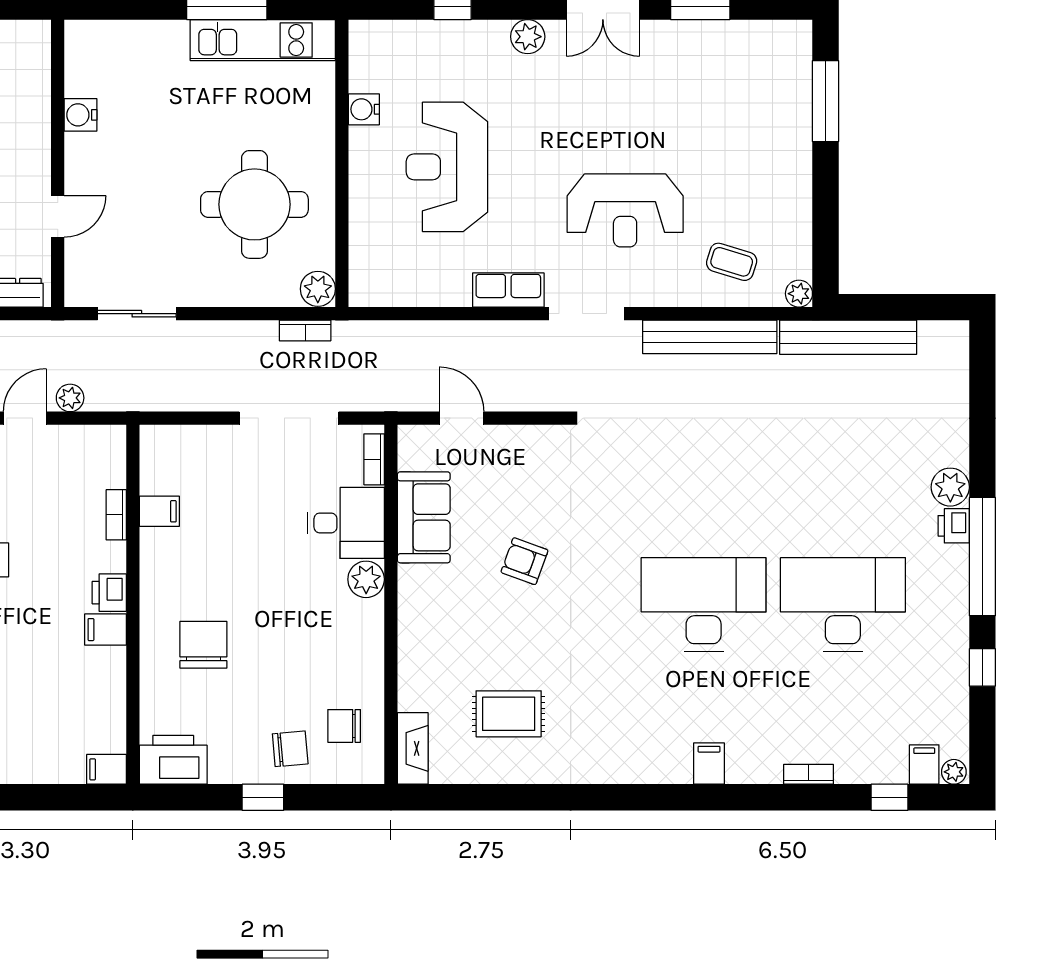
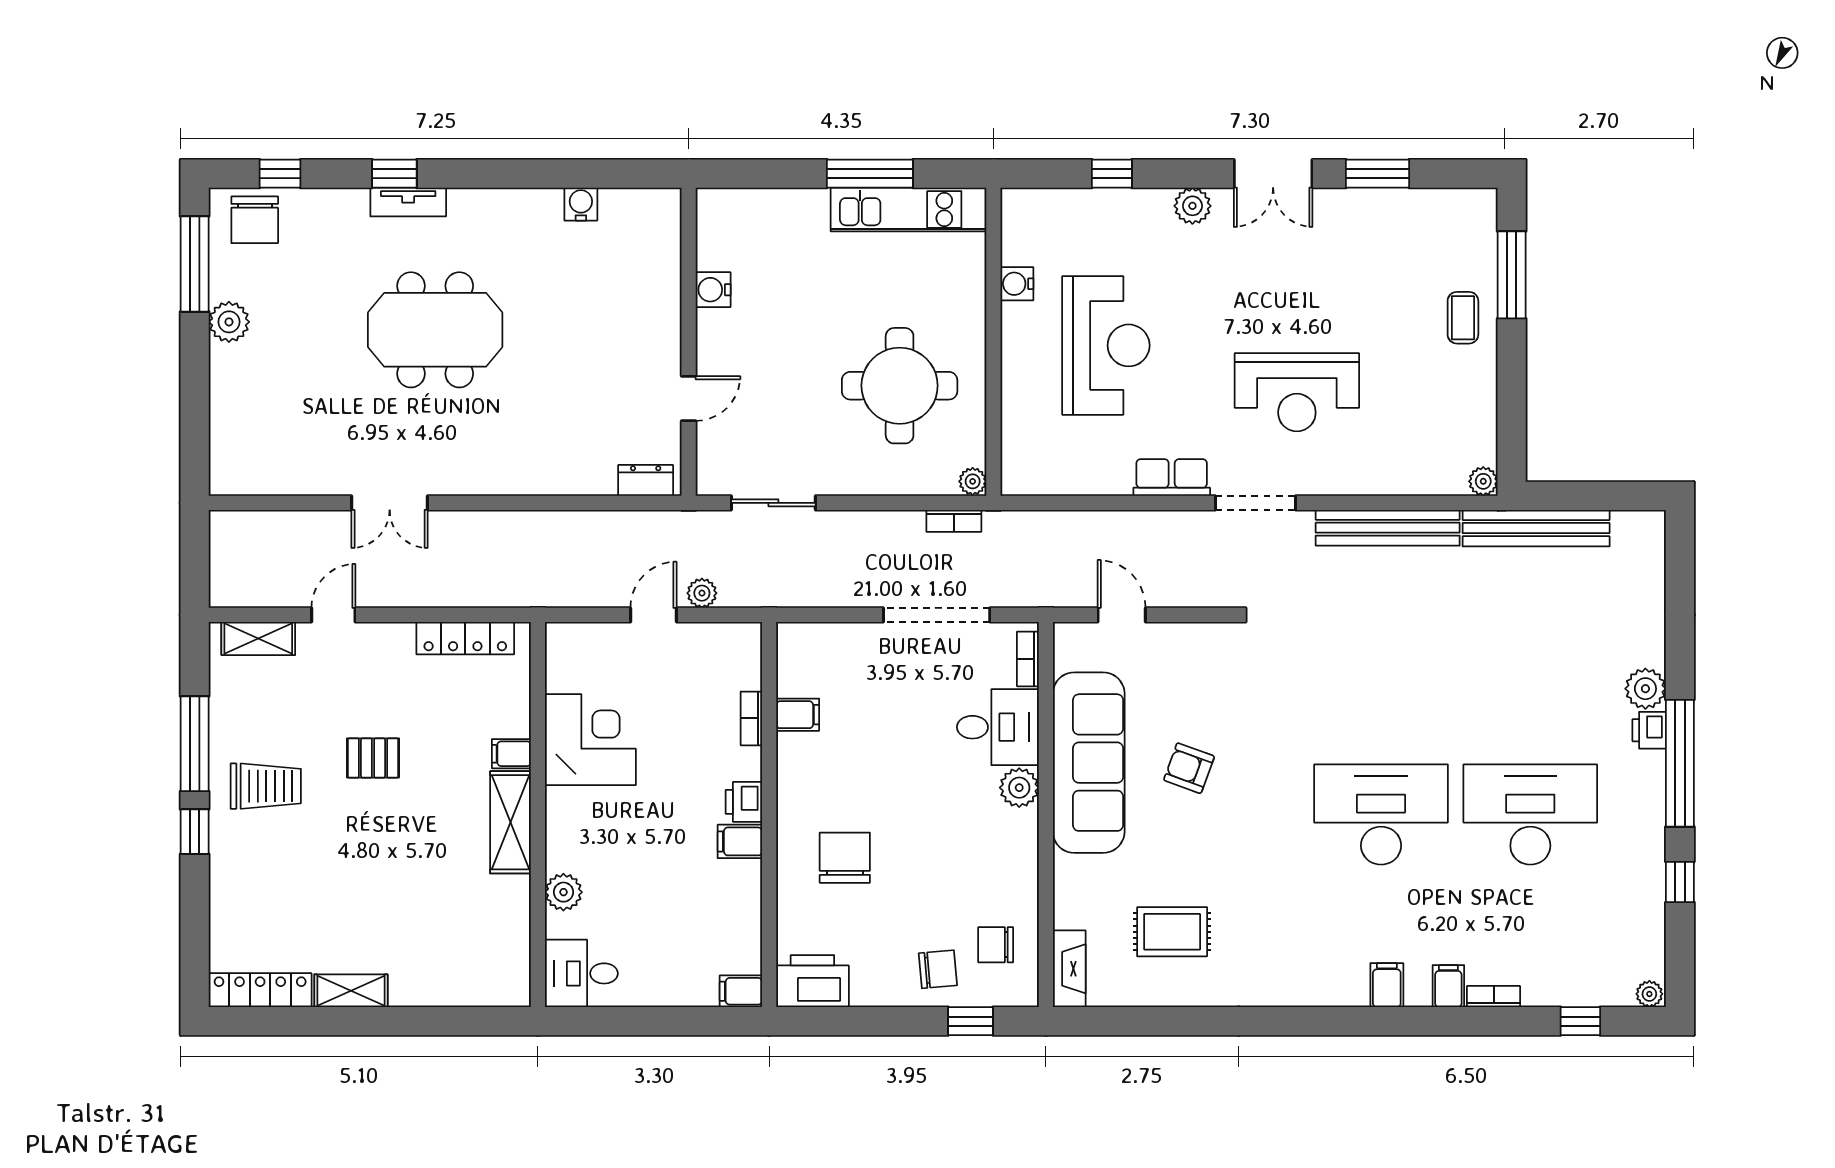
reception desk: (447, 167) -> (1106, 345), turned 180
coffee table: (732, 262) -> (1463, 318), moved, turned 73
plant: (318, 289) -> (973, 481), width x0.73, depth x0.73
sofa: (424, 517) -> (1089, 763), width x1.85, depth x1.27
filing cabinet: (924, 765) -> (1448, 986), moved
window: (263, 797) -> (971, 1021), moved

